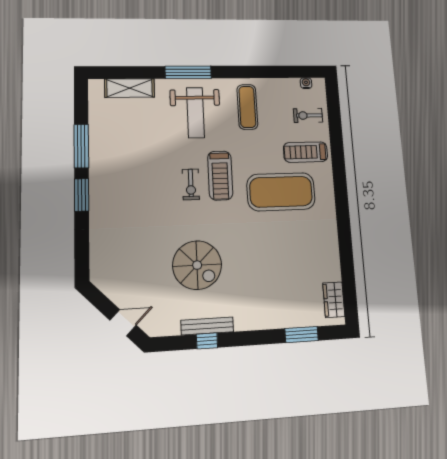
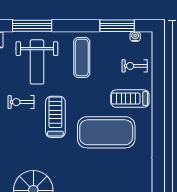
window: (285, 72) -> (117, 26), added
treadmill: (220, 176) -> (55, 117), turned 180
exercise bike: (191, 184) -> (21, 102), moved, turned 90

